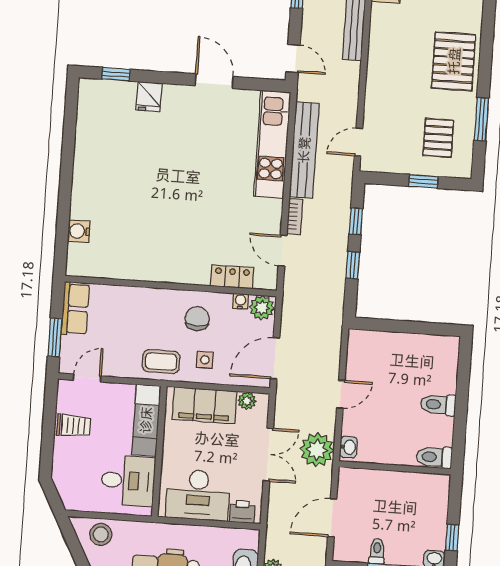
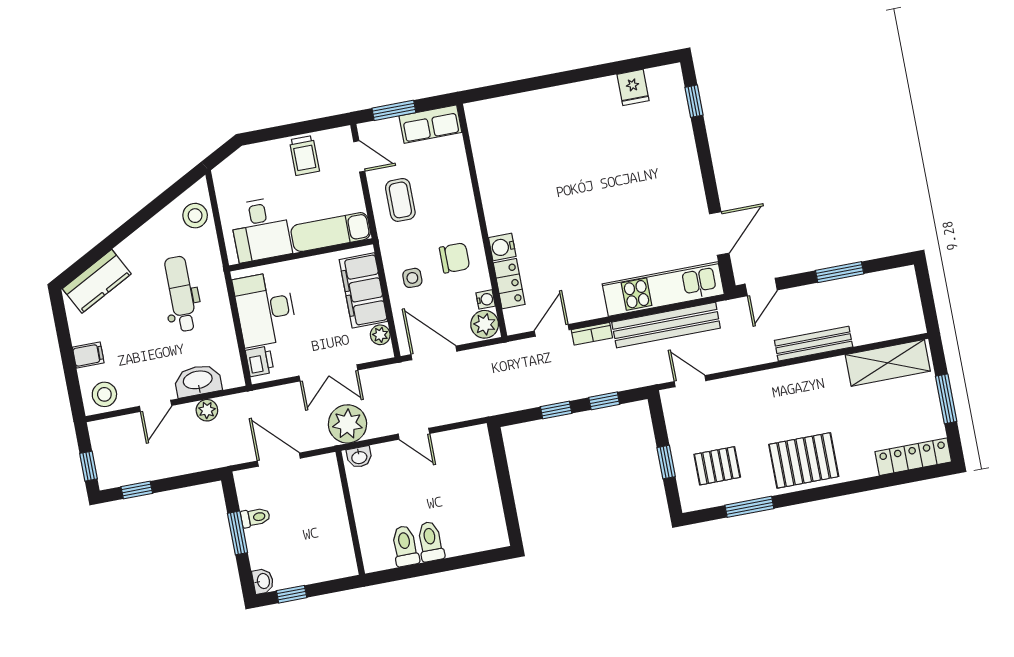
door: (214, 81) -> (719, 233), moved
fridge: (149, 97) -> (633, 87), moved, turned -90
water cooler: (79, 231) -> (502, 247), moved, turned -90
coffee table: (161, 362) -> (400, 200), moved
toilet: (434, 457) -> (405, 546), moved

